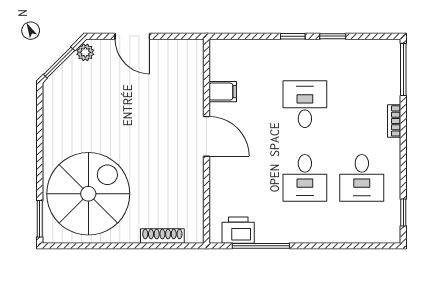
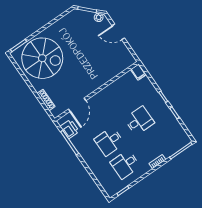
door: (132, 36) -> (118, 32), hinge flipped
filing cabinet: (223, 92) -> (138, 72), moved
door: (207, 136) -> (77, 105), moved

